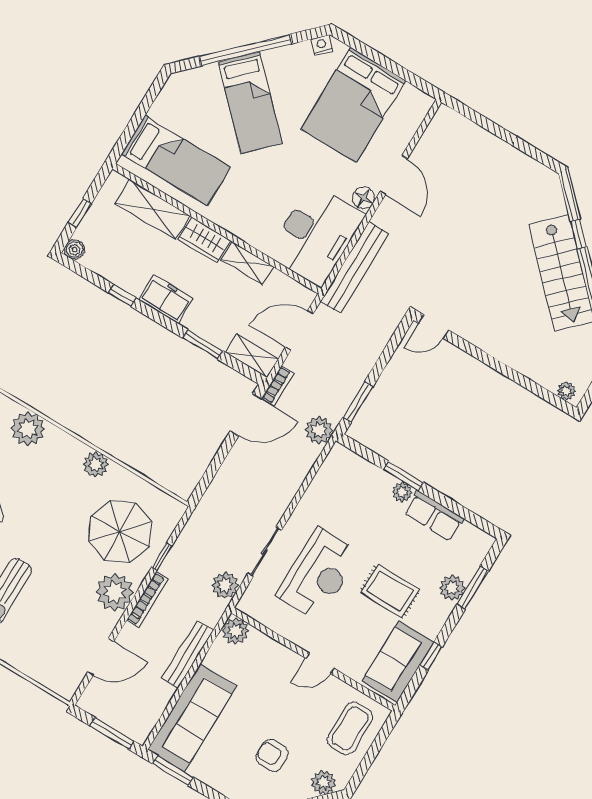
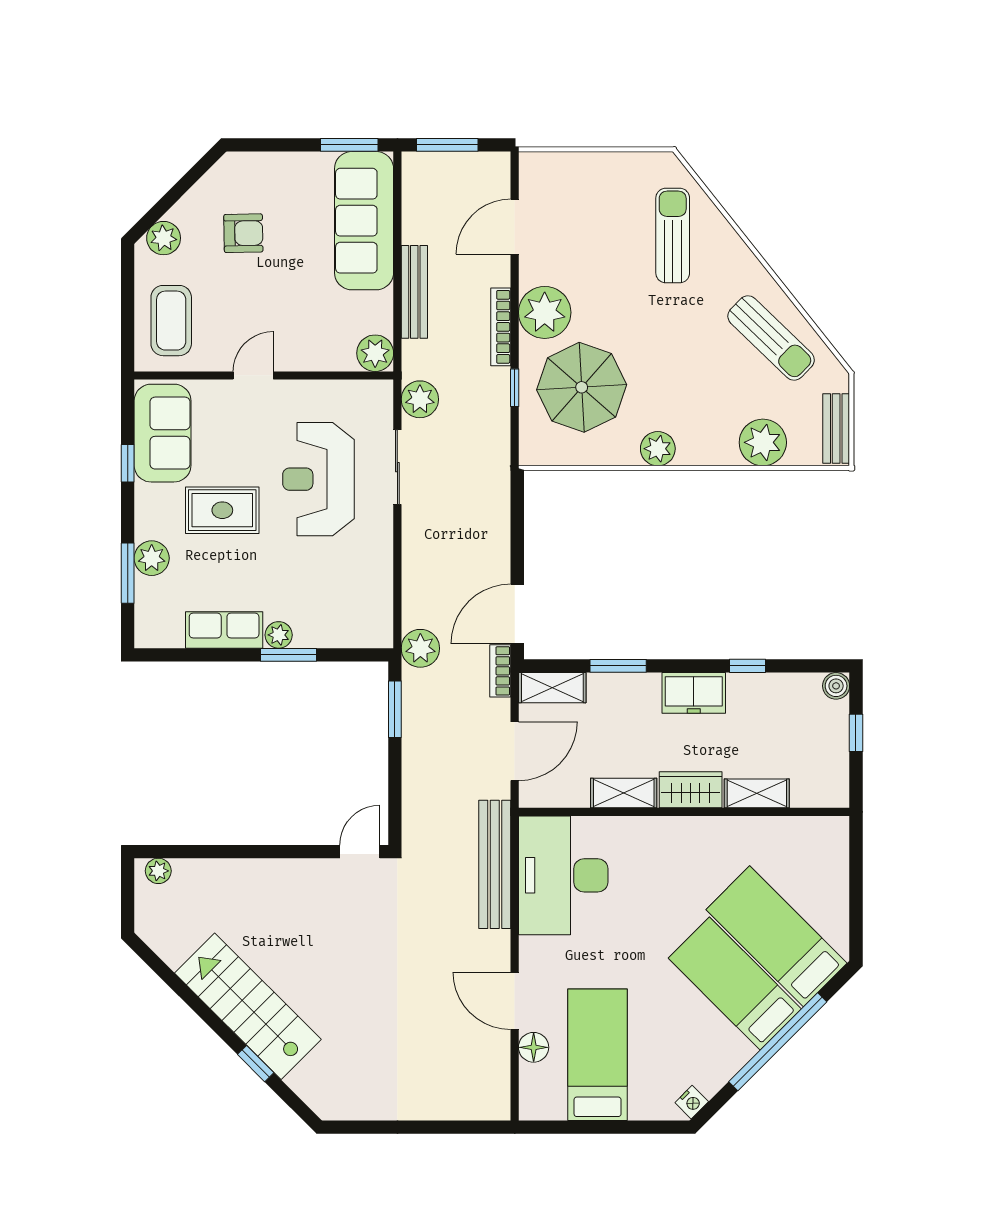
bed: (353, 105) -> (598, 1055), width x0.67
bed: (176, 161) -> (777, 936), moved, turned 45
floor lamp: (364, 198) -> (534, 1047), moved
shelving: (153, 209) -> (757, 793), width x0.67, depth x0.75

